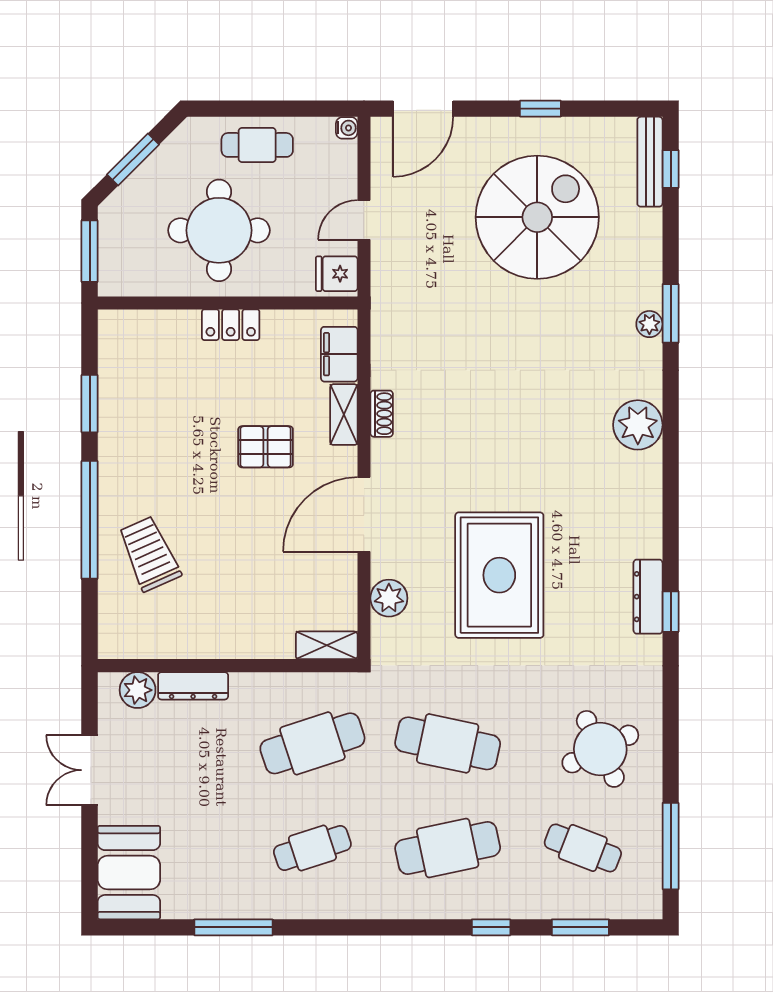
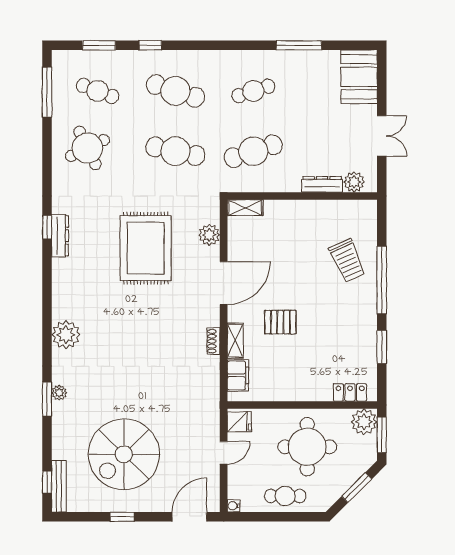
plant: (120, 274) -> (364, 422), added
locker: (231, 325) -> (350, 392), moved
cafe table: (448, 848) -> (175, 91), turned 30

